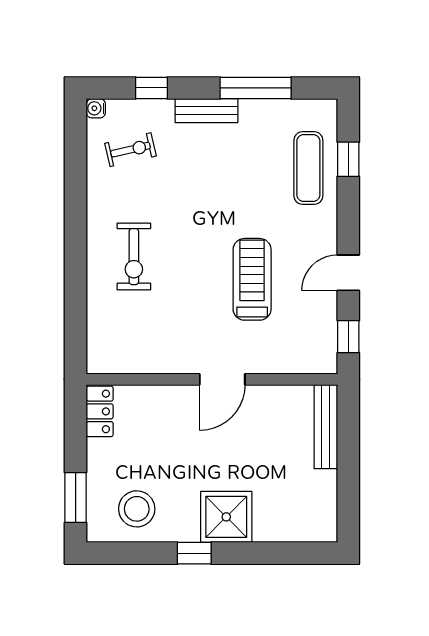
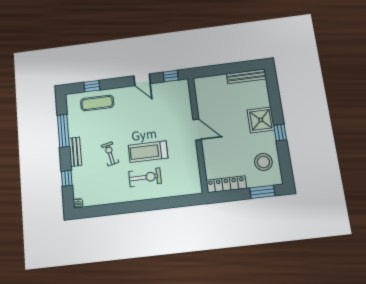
exercise bike: (130, 150) -> (110, 154), moved
treadmill: (252, 279) -> (148, 152), moved
locker: (100, 411) -> (226, 184), width x1.53
bench: (326, 427) -> (246, 76), moved

